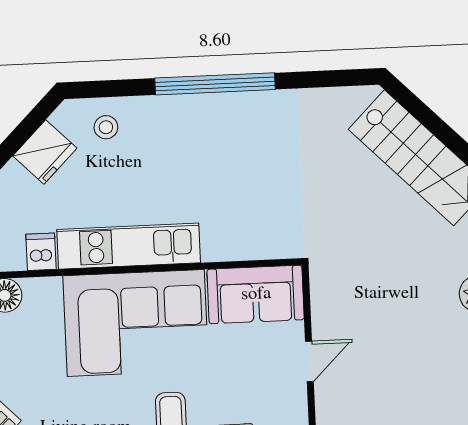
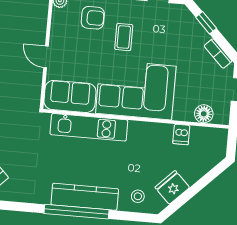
kitchen counter: (204, 113) -> (85, 197), added
kitchen unit: (129, 246) -> (89, 127), moved
door: (309, 361) -> (46, 57), hinge flipped

